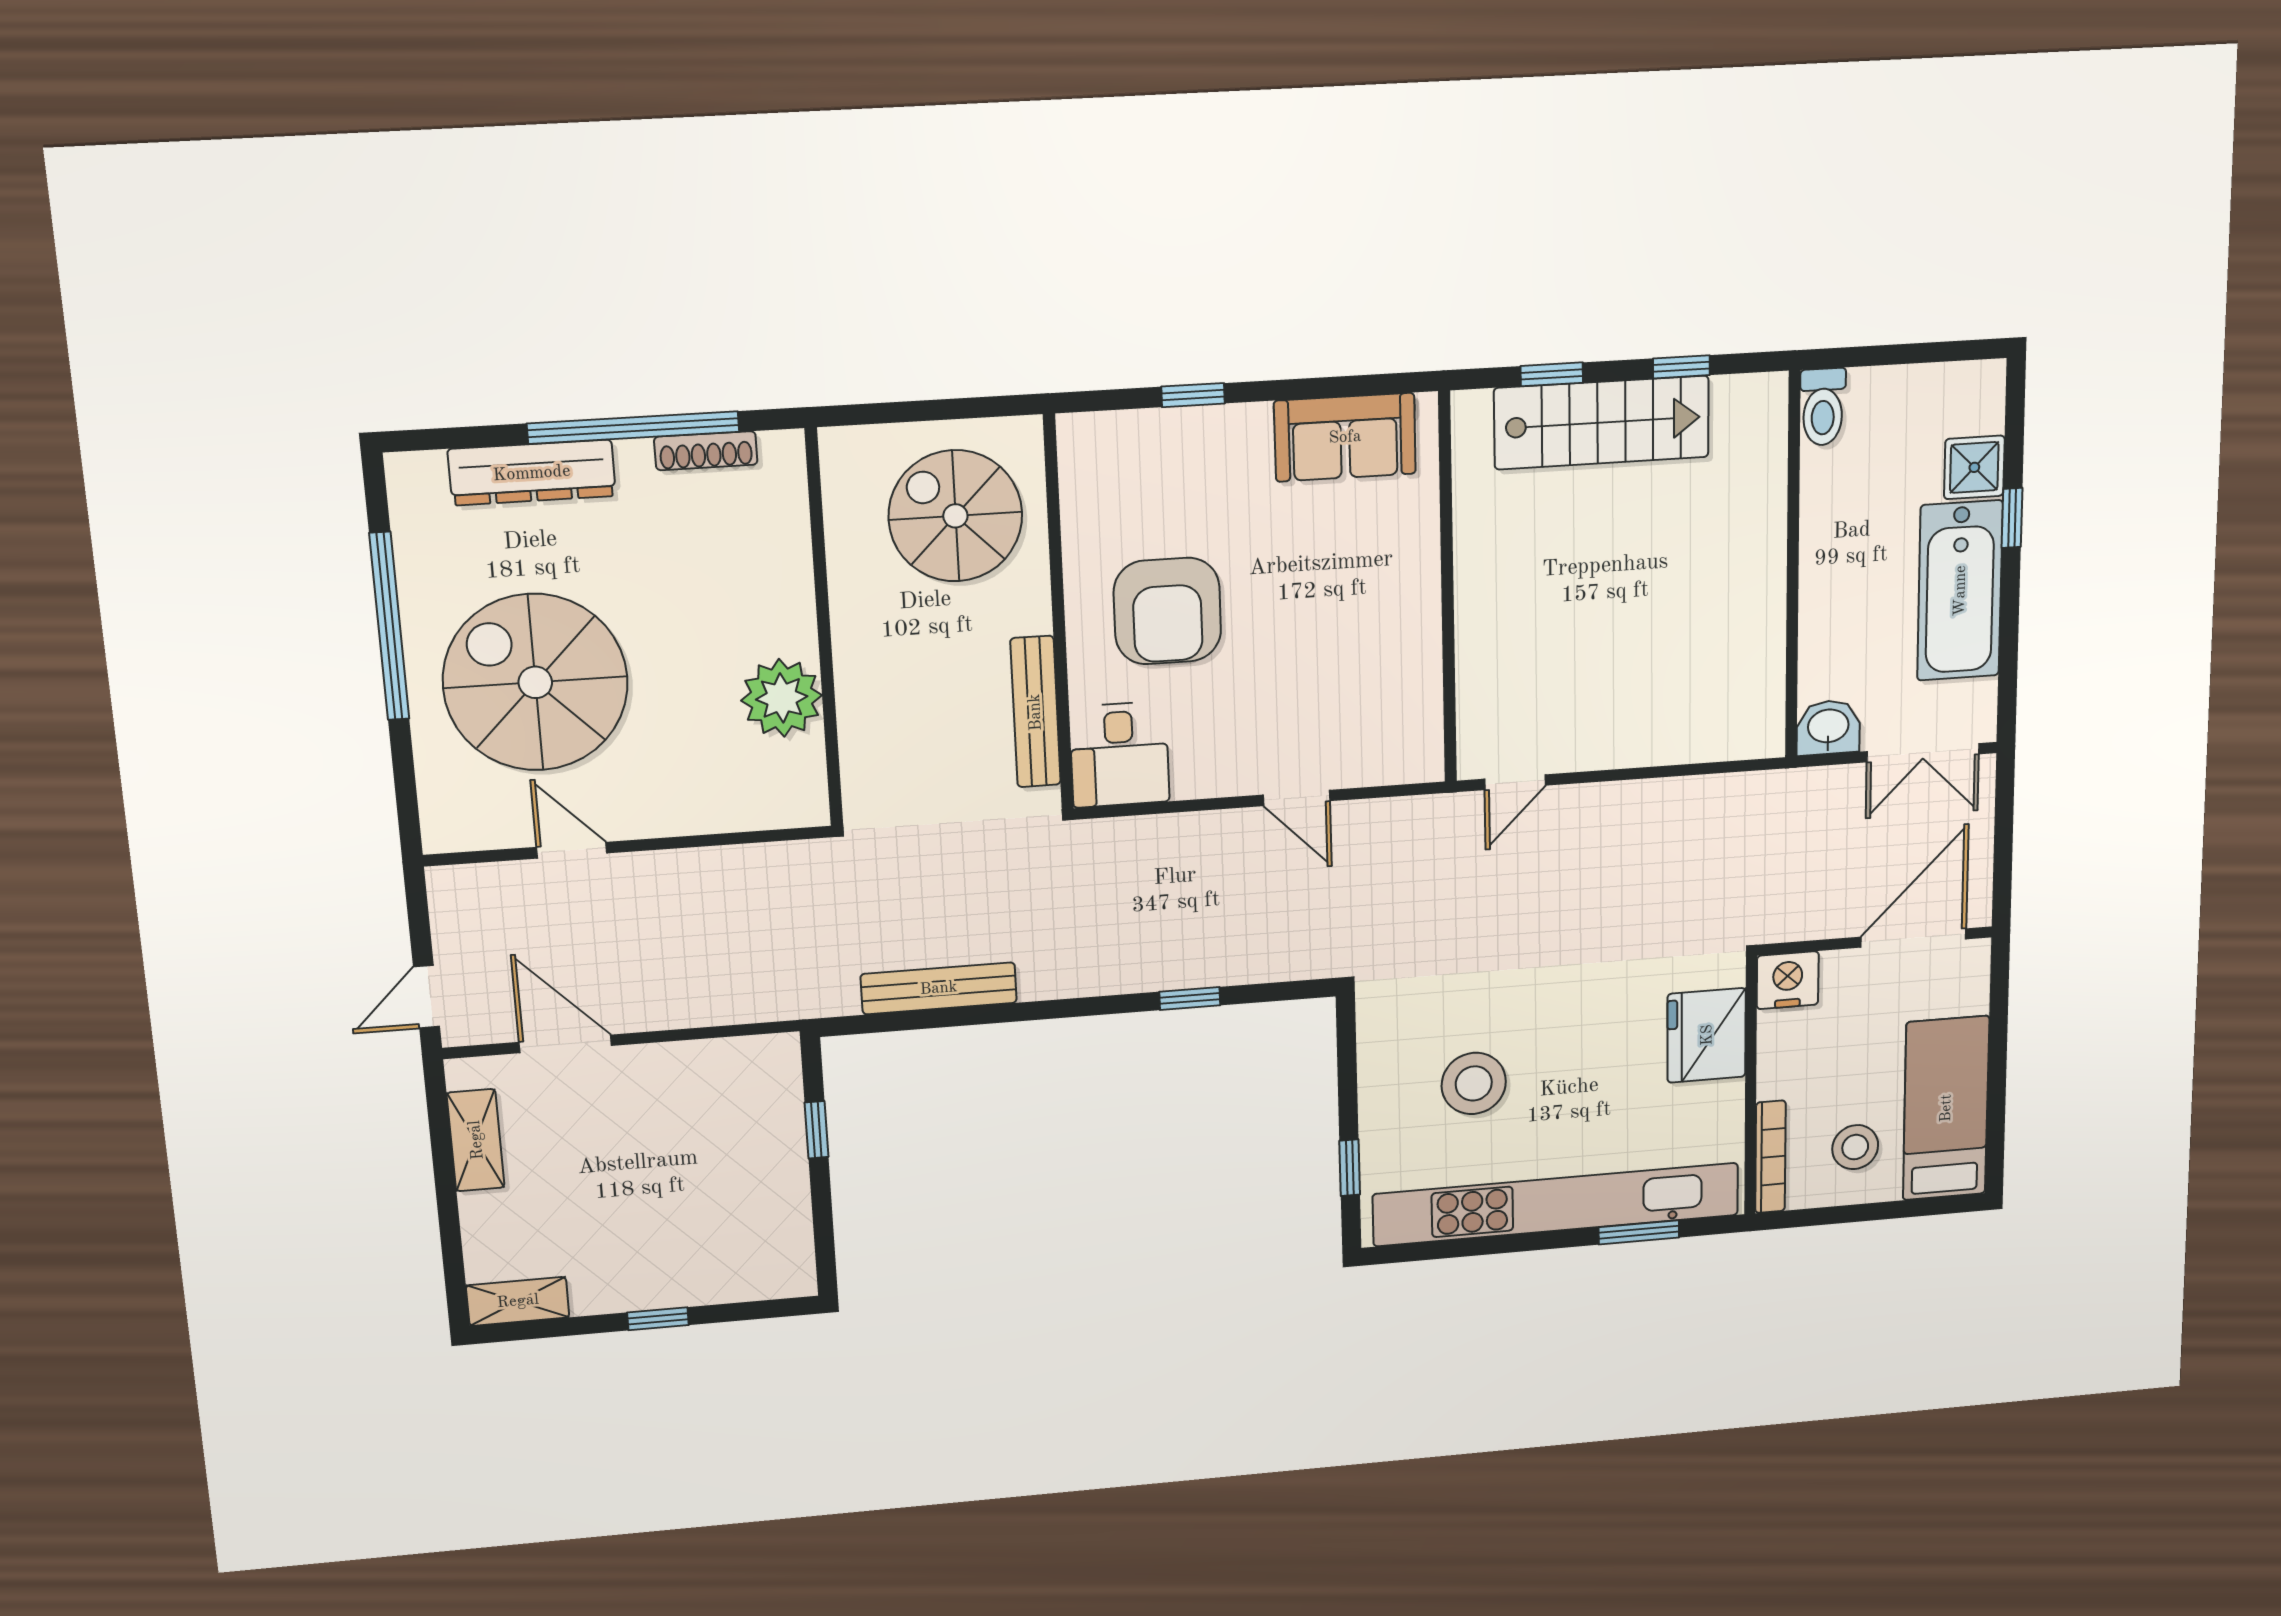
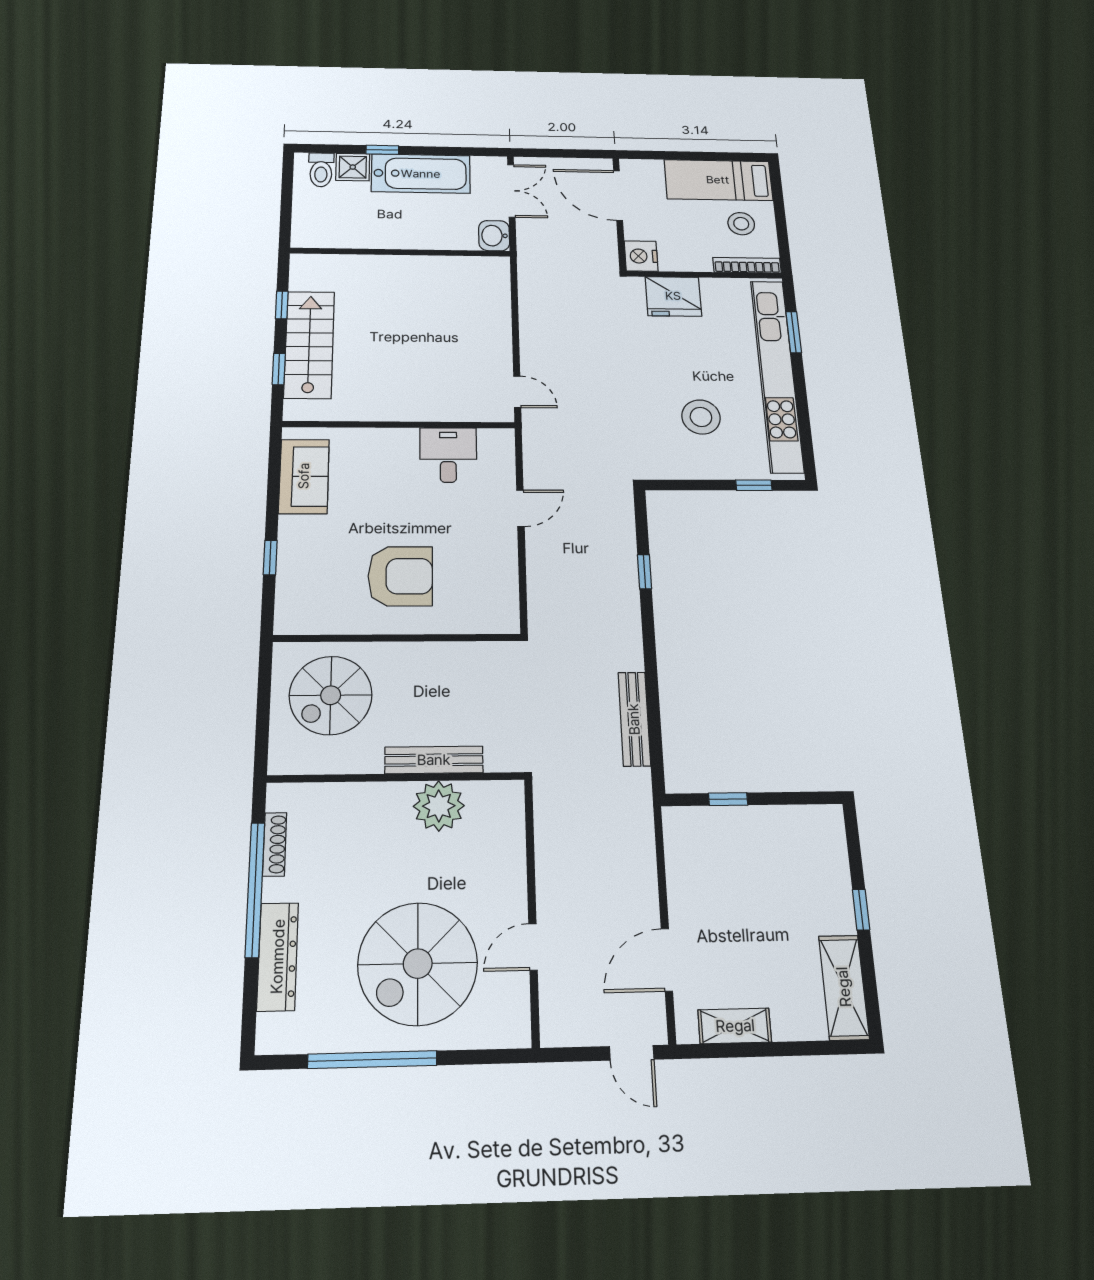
toilet: (1823, 407) -> (321, 170), moved, turned 90
bench: (1035, 712) -> (434, 760), moved
desk: (1119, 755) -> (448, 455), moved, turned -90
shelving: (518, 1301) -> (844, 987), width x1.50, depth x1.33

